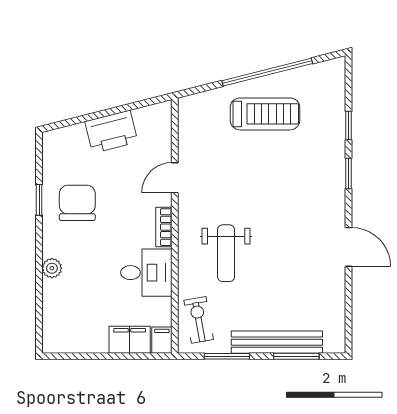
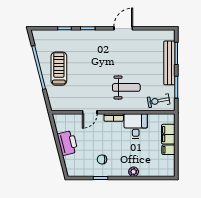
door: (175, 178) -> (90, 112), hinge flipped
chair: (77, 203) -> (102, 159), width x0.54, depth x0.54
filing cabinet: (162, 340) -> (168, 150), moved

